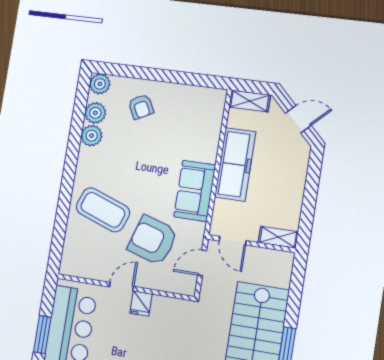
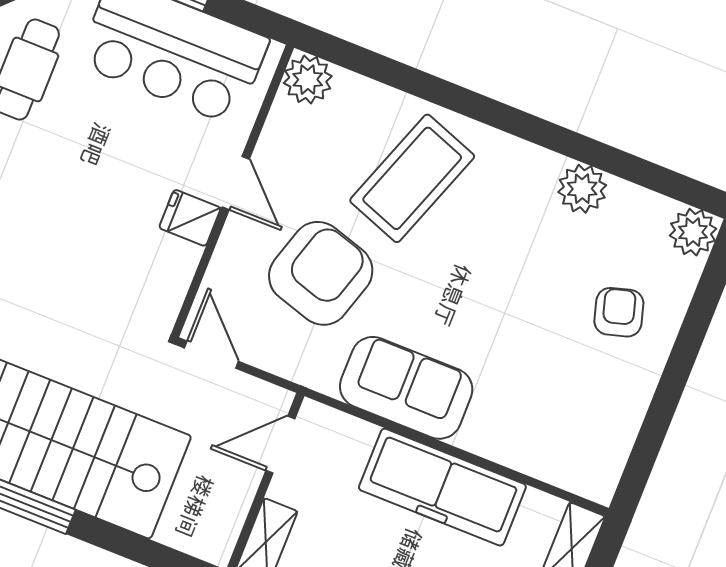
armchair: (141, 107) -> (619, 312), turned 102
plant: (95, 113) -> (308, 80), moved
door: (202, 263) -> (211, 355), moved

